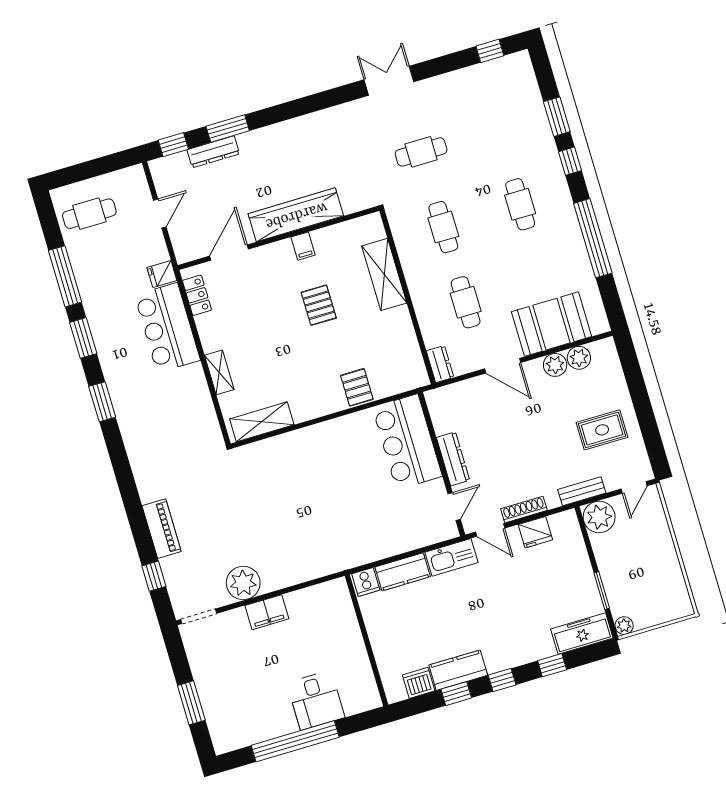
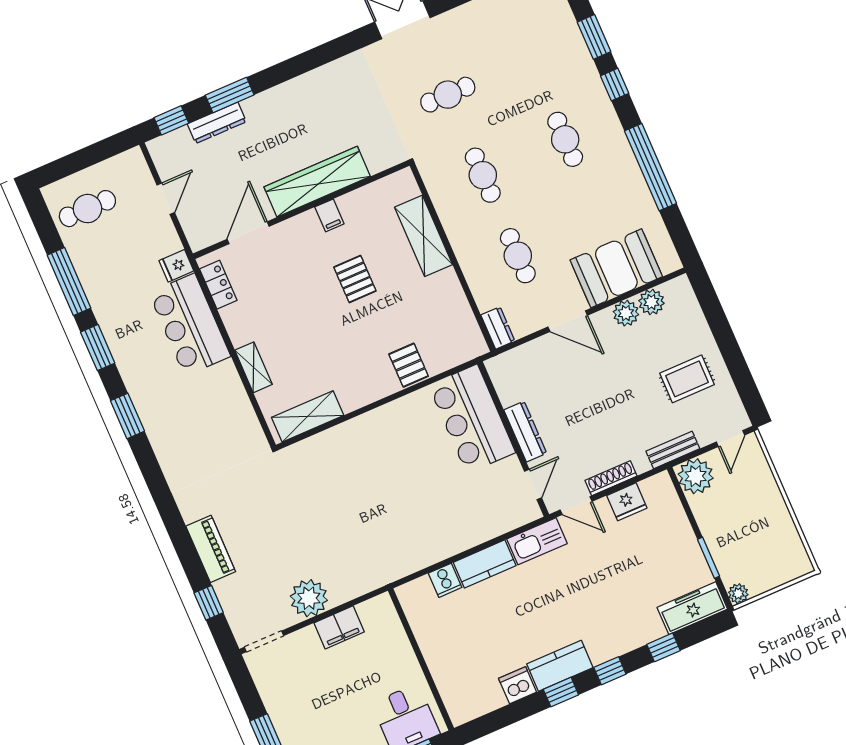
wall: (367, 640) -> (421, 659), moved

